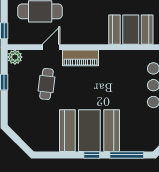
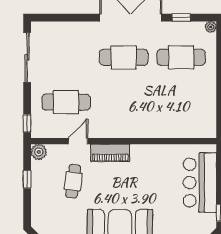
booth: (131, 30) -> (165, 122), removed

